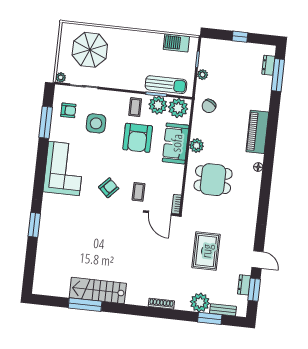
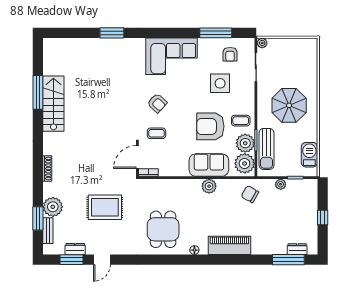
parasol: (90, 50) -> (289, 105), moved
dining table: (213, 180) -> (163, 229), moved

